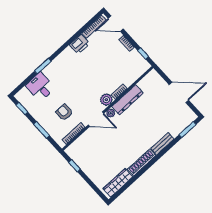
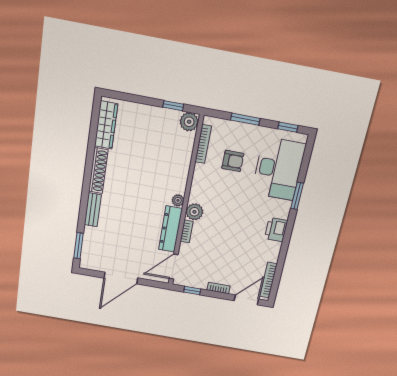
printer: (80, 44) -> (276, 230), moved
desk: (40, 87) -> (278, 169), width x1.87, depth x1.30
door: (96, 119) -> (174, 267), moved
plant: (72, 151) -> (189, 122), added

